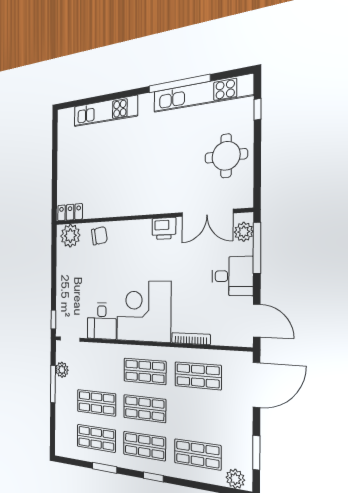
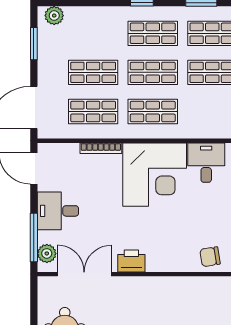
shop shelf: (197, 454) -> (93, 72), moved

